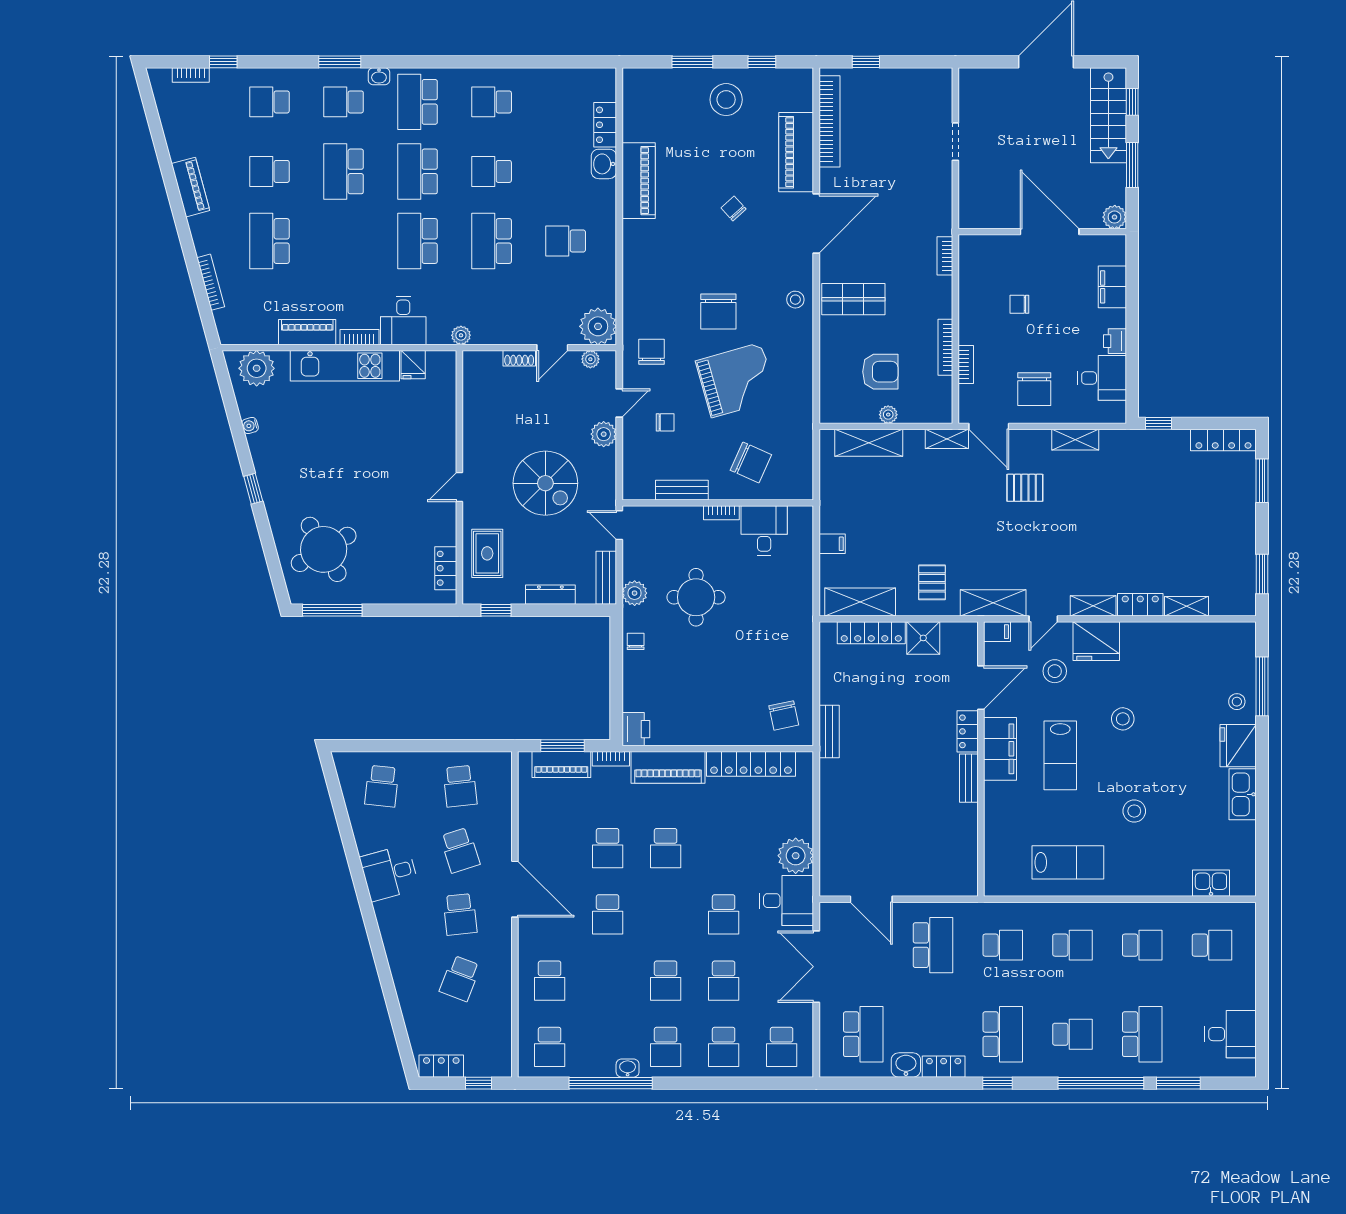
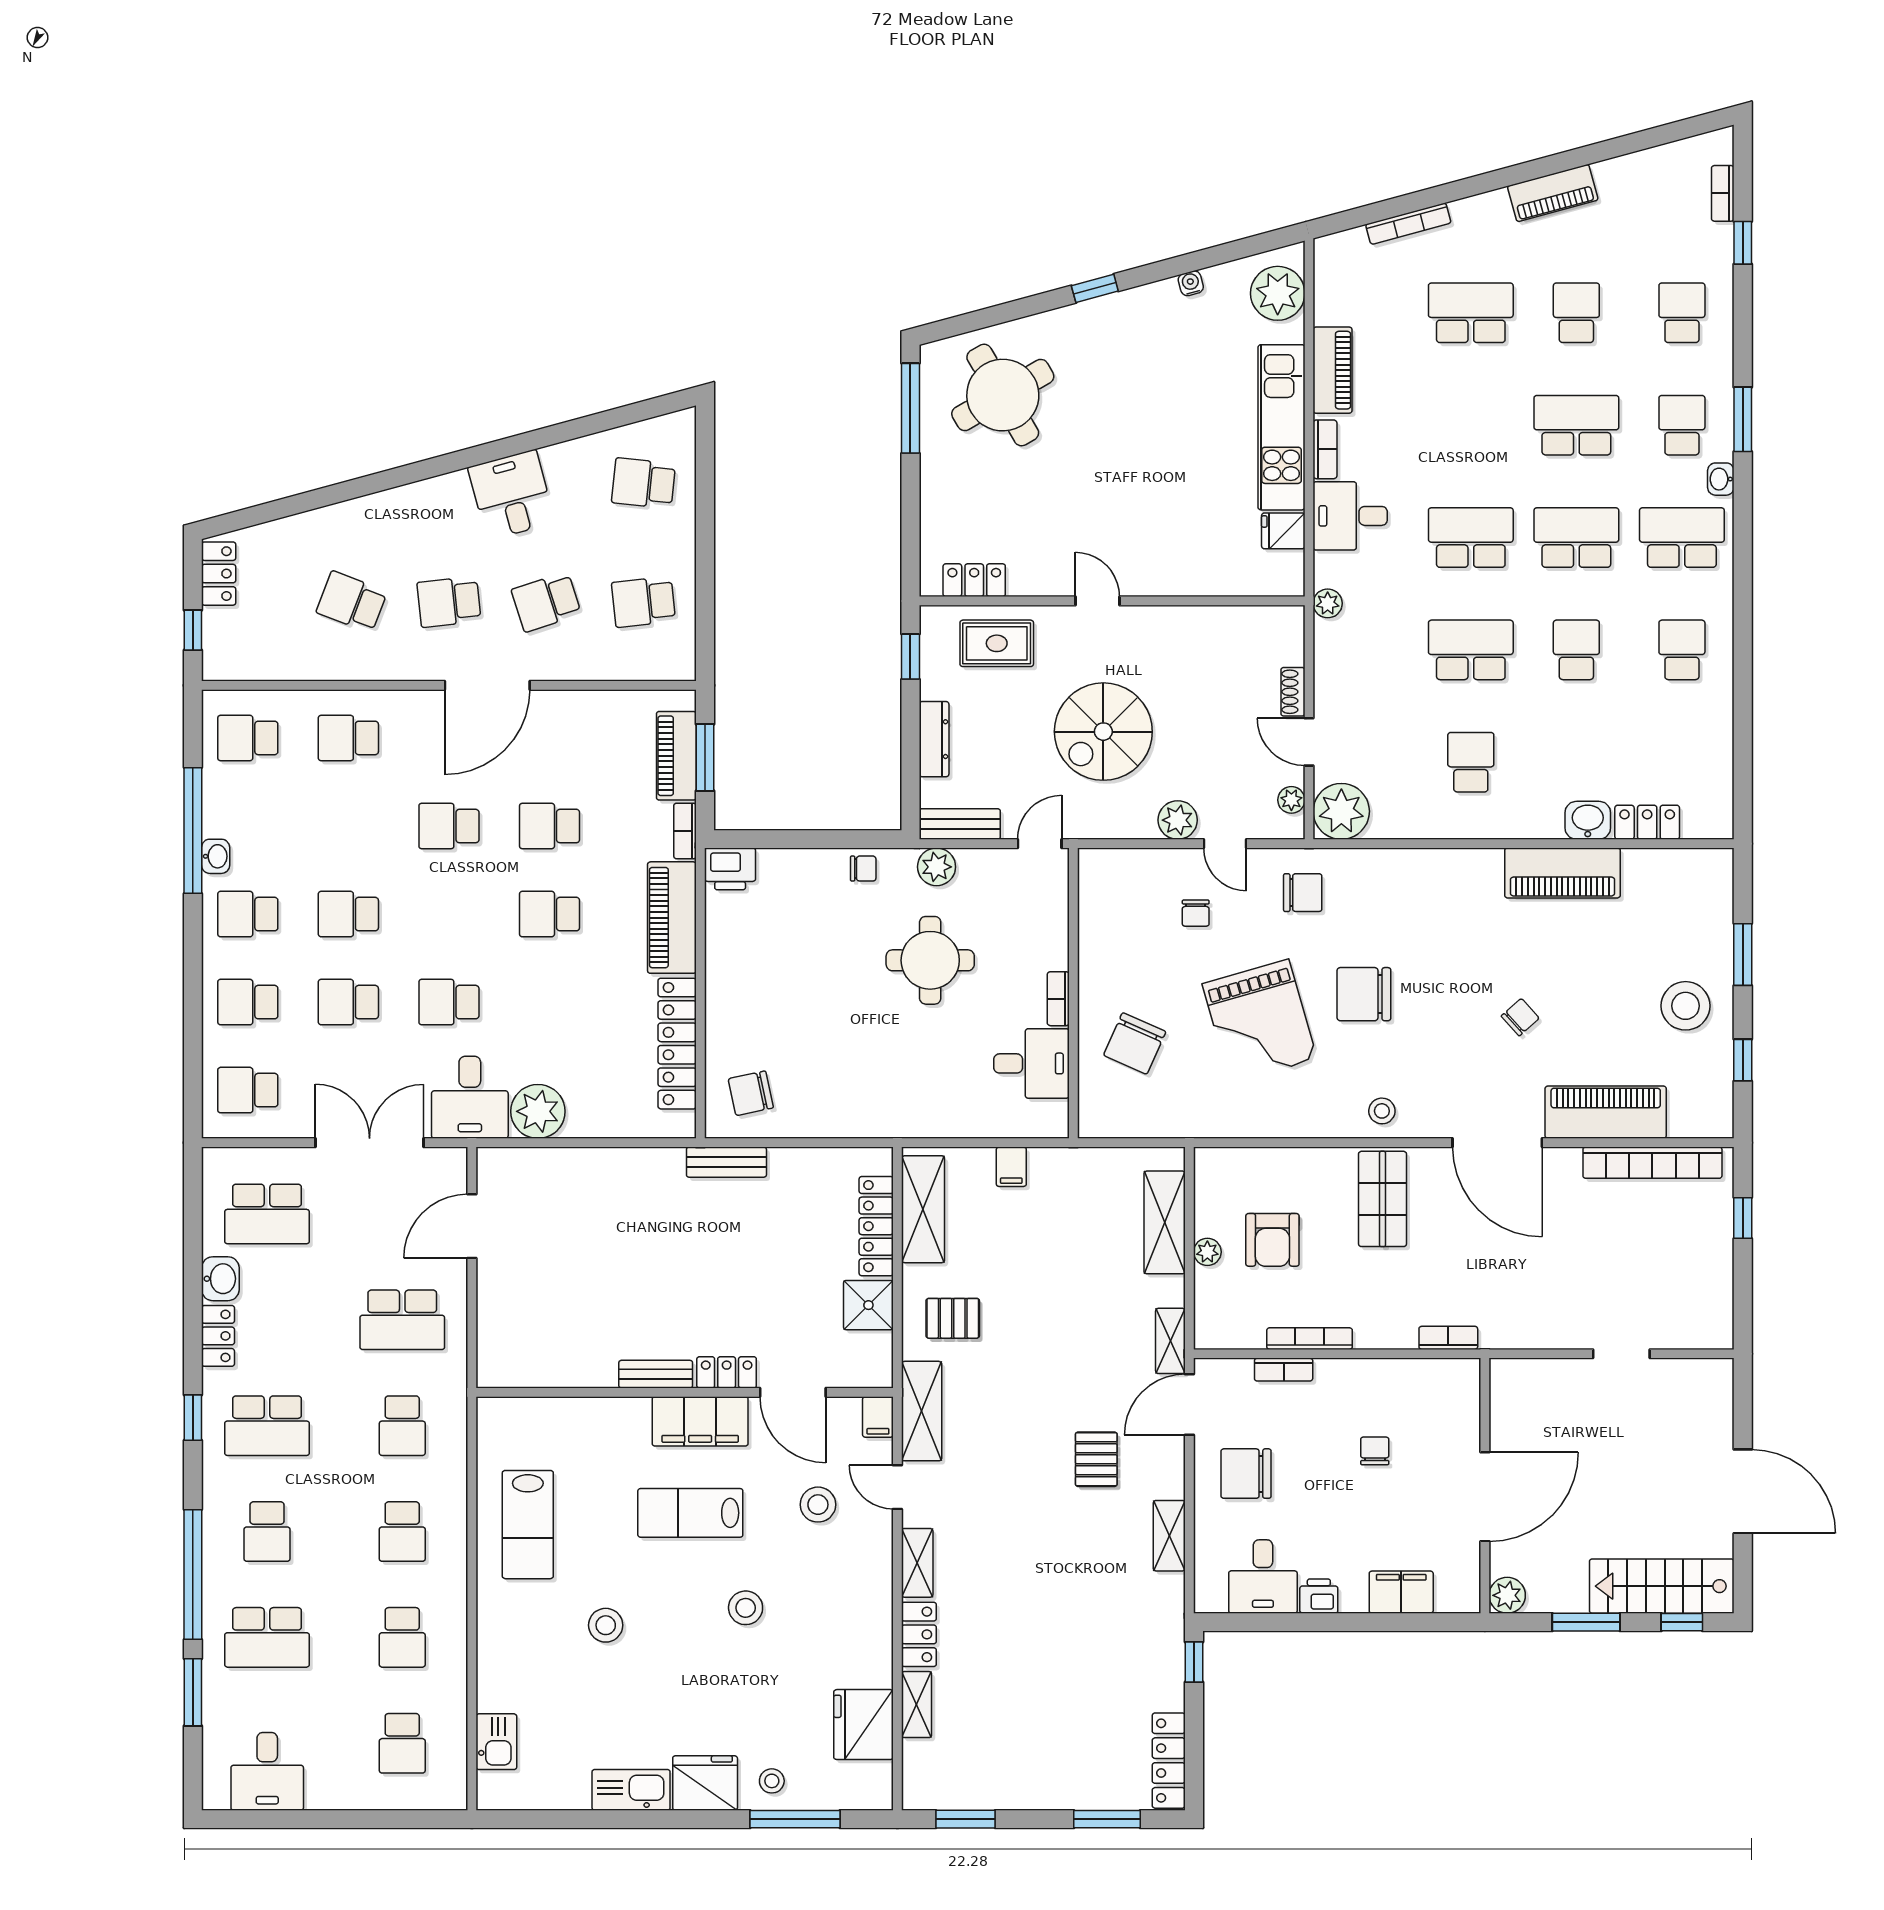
bench: (682, 490) -> (1093, 939), removed
fridge: (1096, 641) -> (864, 1725), moved

